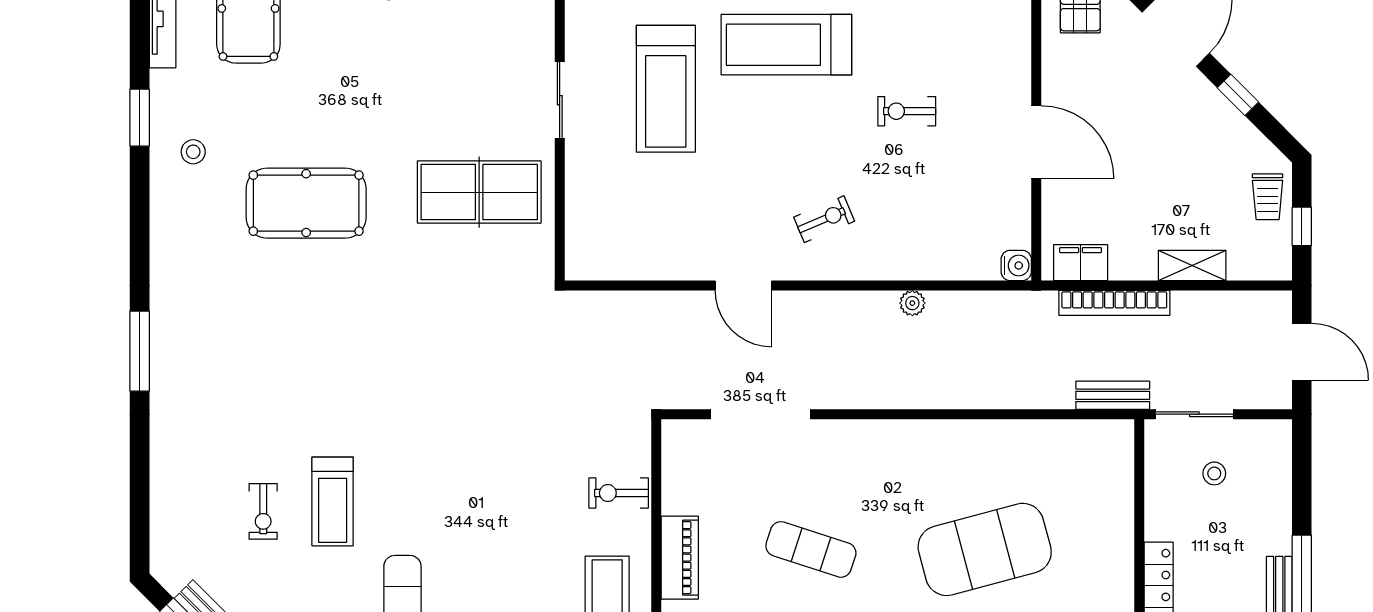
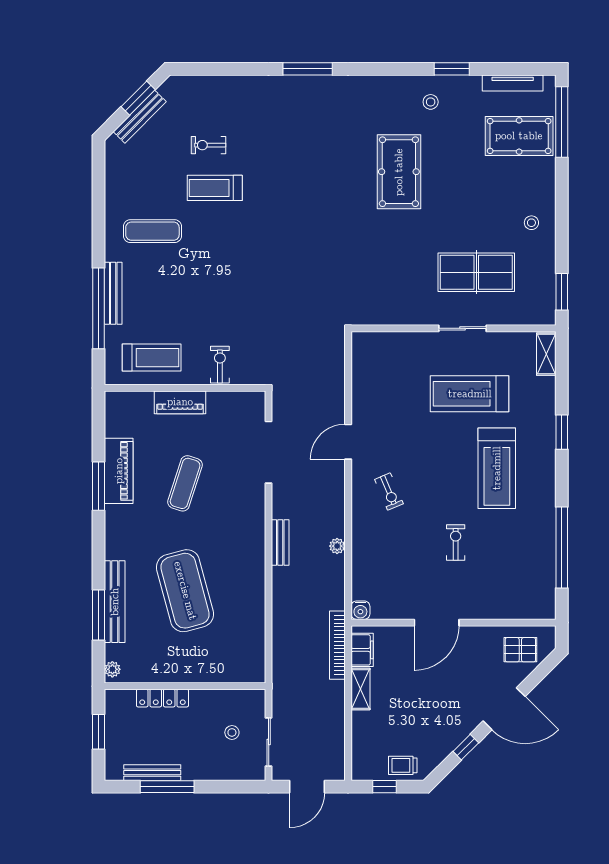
treadmill: (786, 45) -> (497, 468), turned 180
table tennis table: (479, 192) -> (476, 272), moved, turned 90
shelving: (1192, 265) -> (360, 689), moved
bookcase: (1114, 303) -> (337, 645), moved
bench: (1113, 395) -> (280, 542), moved
sliding door: (1194, 414) -> (269, 742), moved

